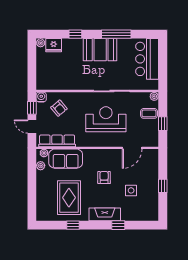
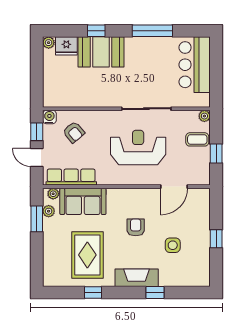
booth: (100, 50) -> (101, 52), moved
window: (32, 171) -> (37, 219), added

